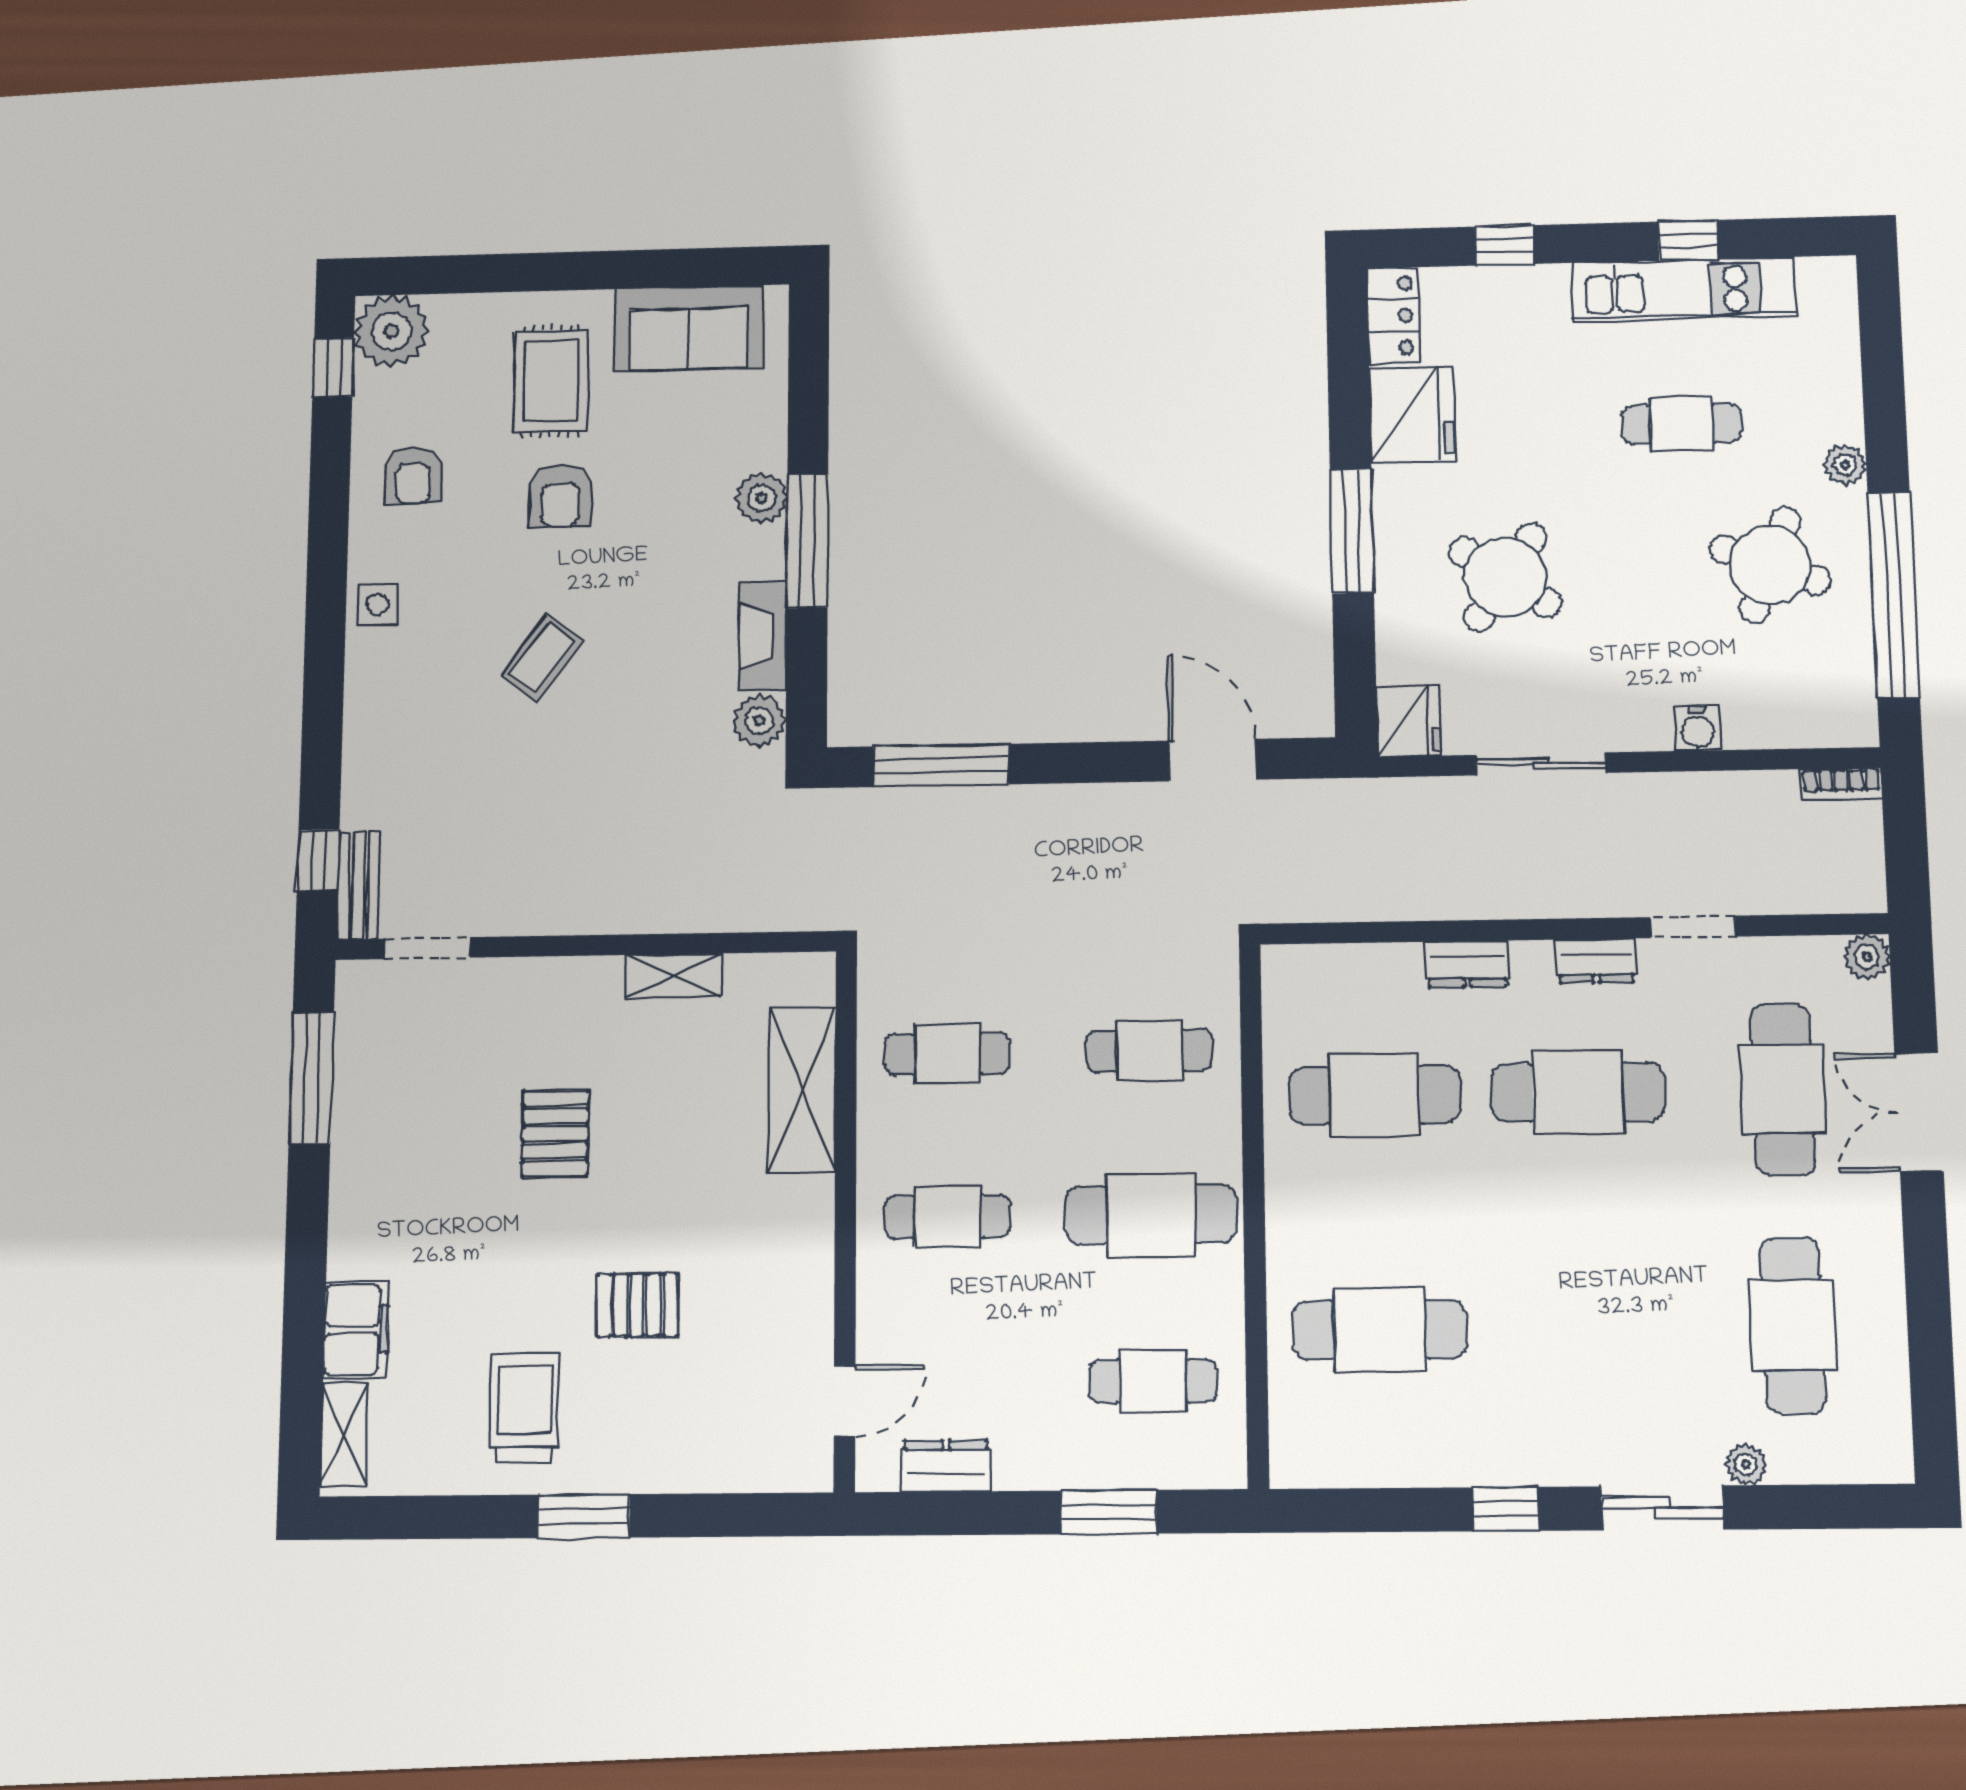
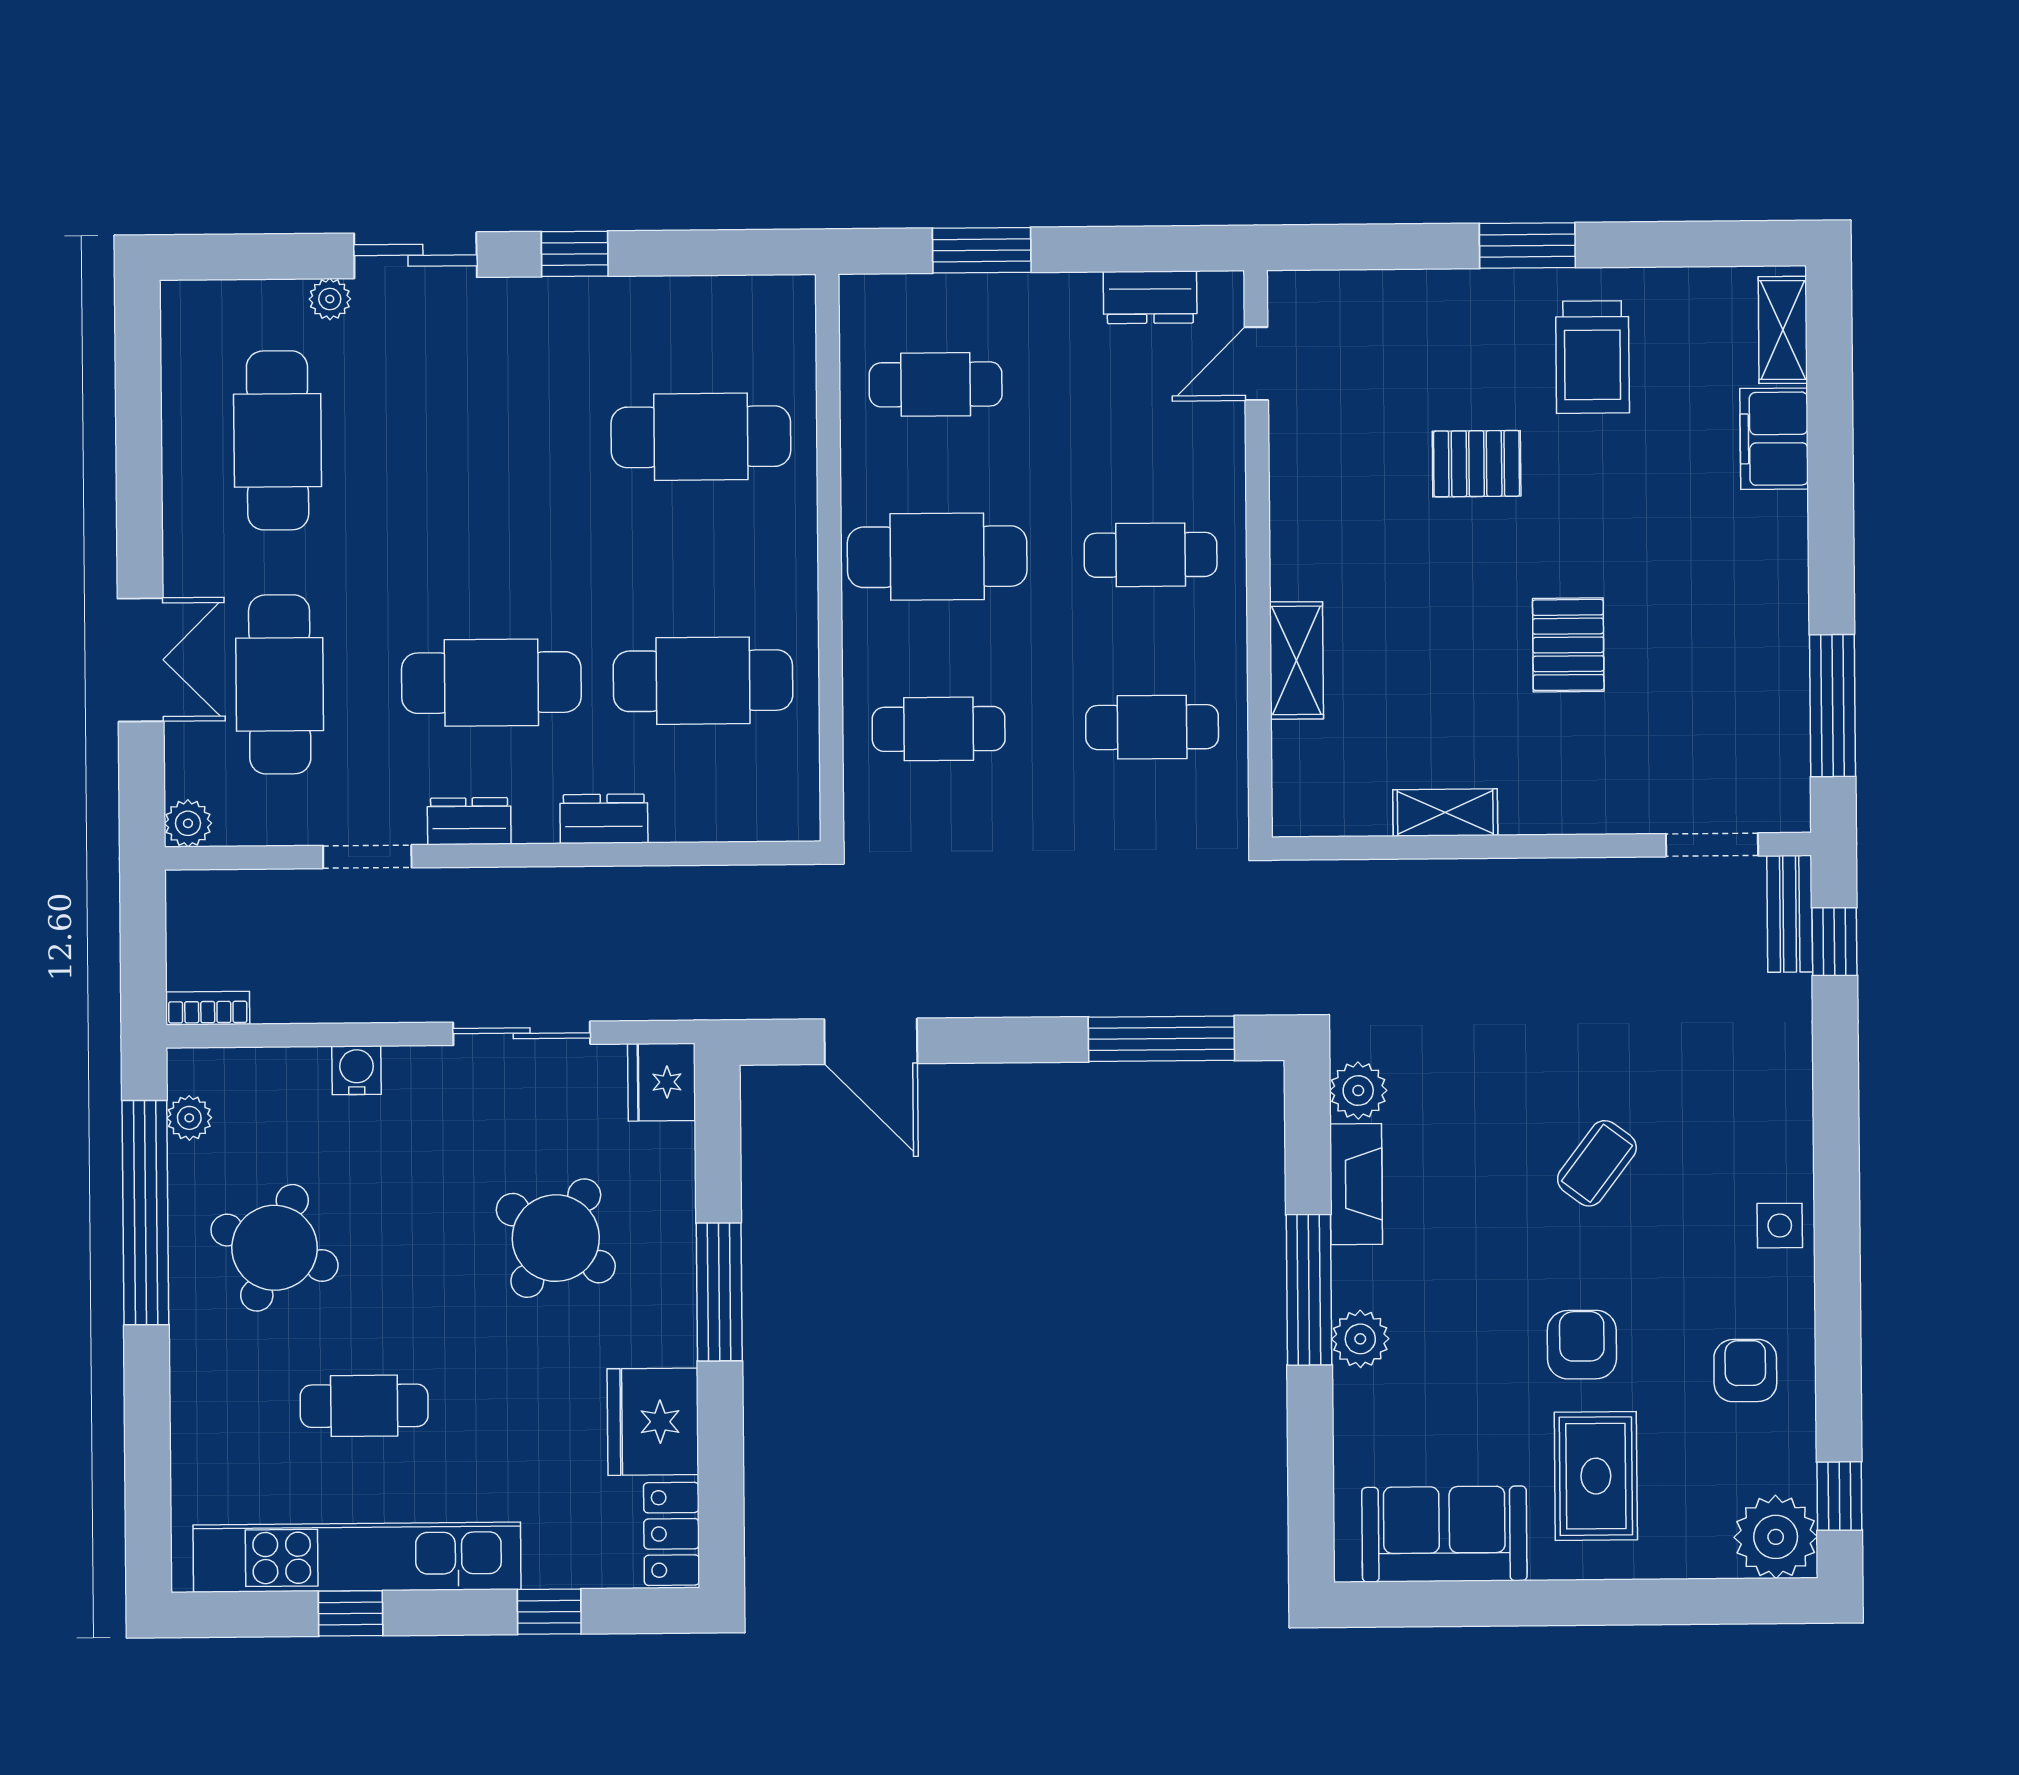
kitchen unit: (1684, 290) -> (357, 1557), width x1.36
plant: (1845, 464) -> (189, 1118), moved
shelving: (802, 1090) -> (1296, 660), width x0.67, depth x0.75

